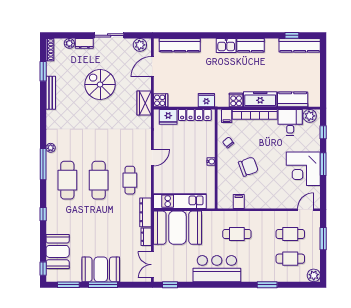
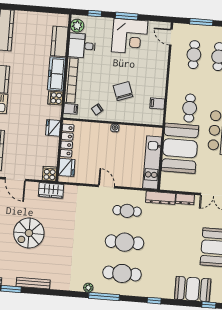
booth: (177, 228) -> (180, 148), moved

